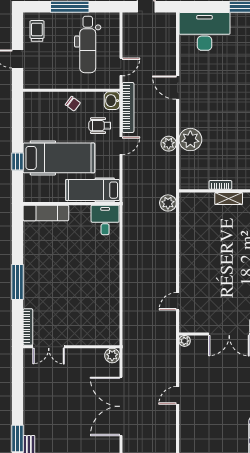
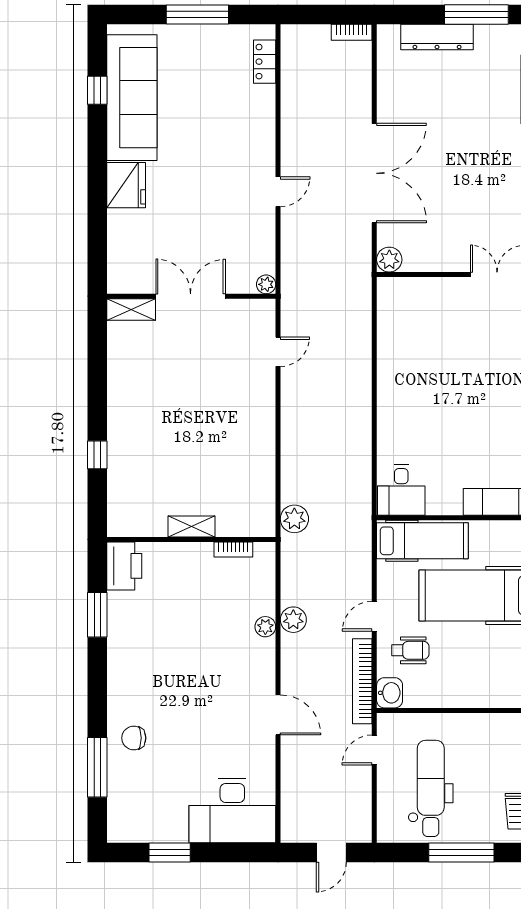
chair: (73, 104) -> (456, 688), removed
plant: (190, 140) -> (265, 627), width x0.53, depth x0.53
bookcase: (220, 185) -> (233, 550), moved

